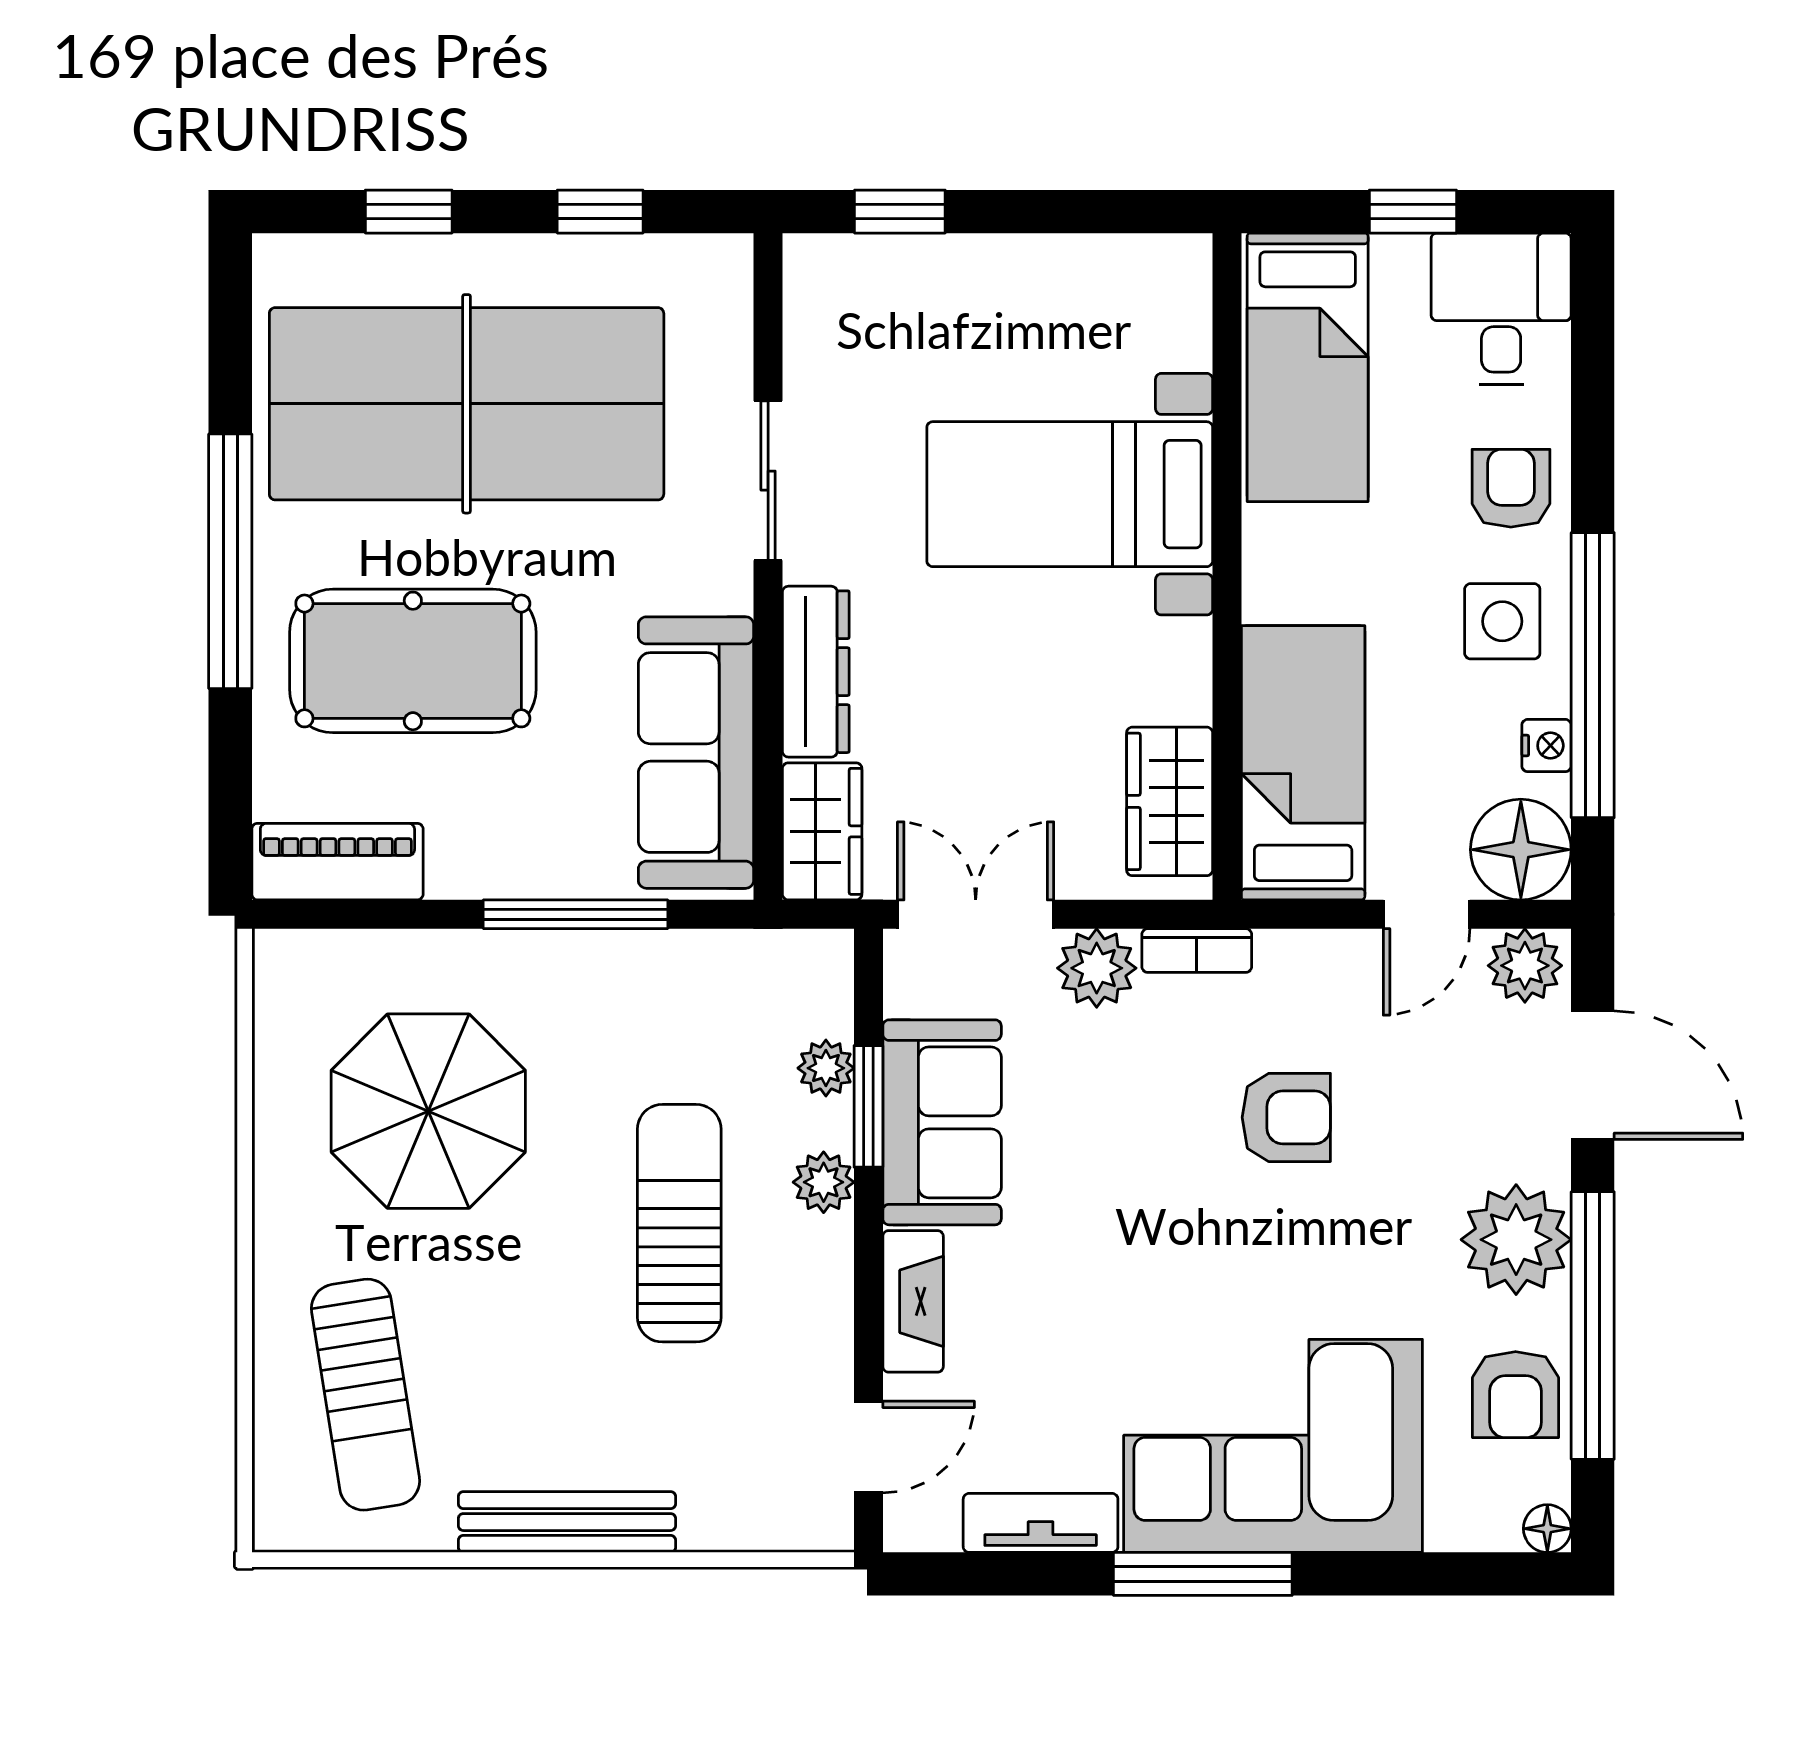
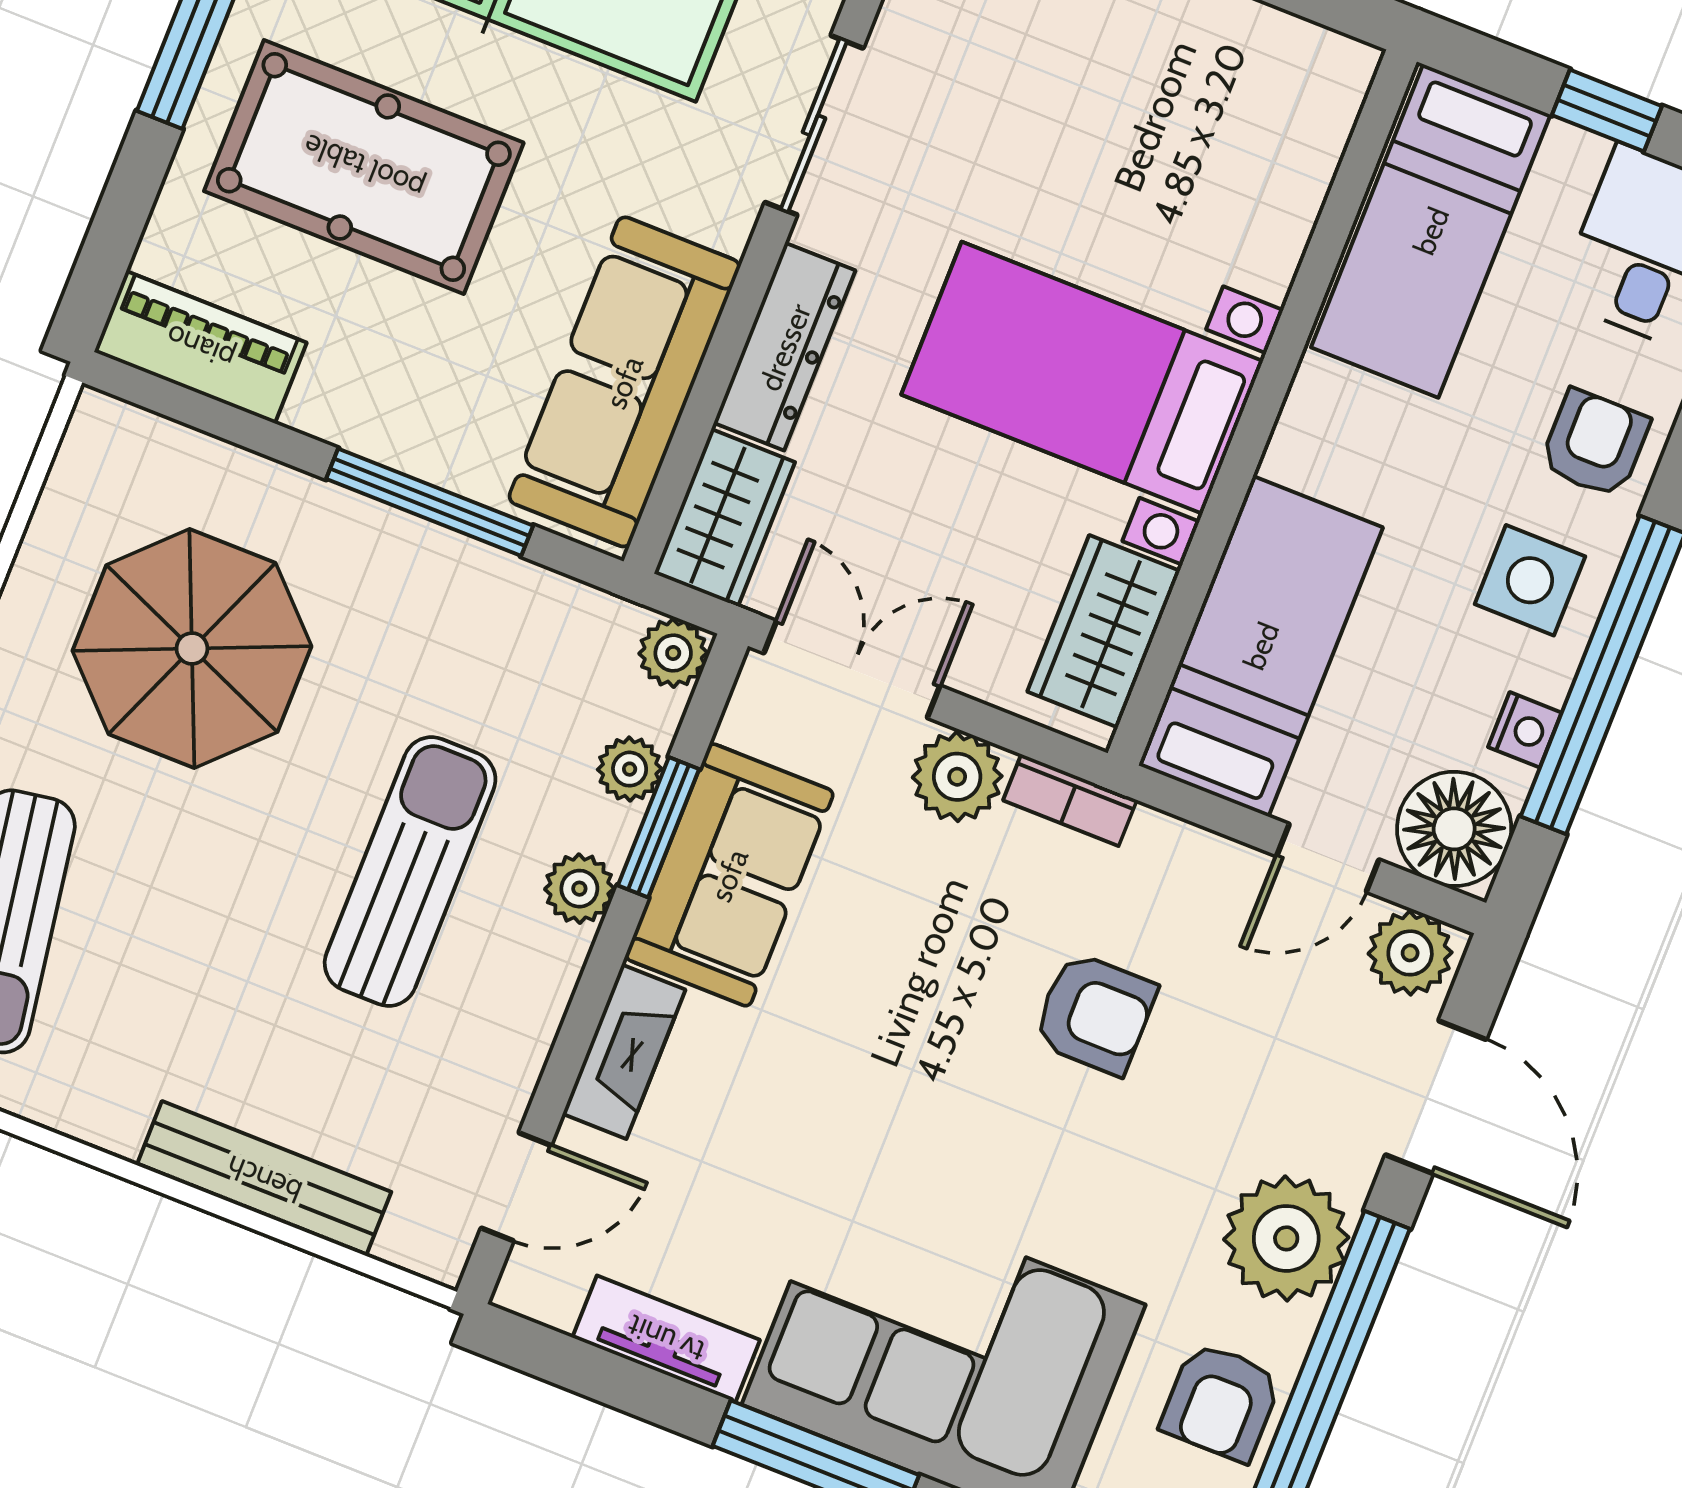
bed with nightstands: (1070, 494) -> (1082, 378), moved
plant: (824, 959) -> (673, 653), added
bench: (567, 1522) -> (264, 1179), moved

